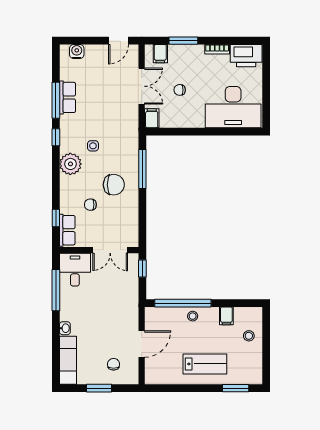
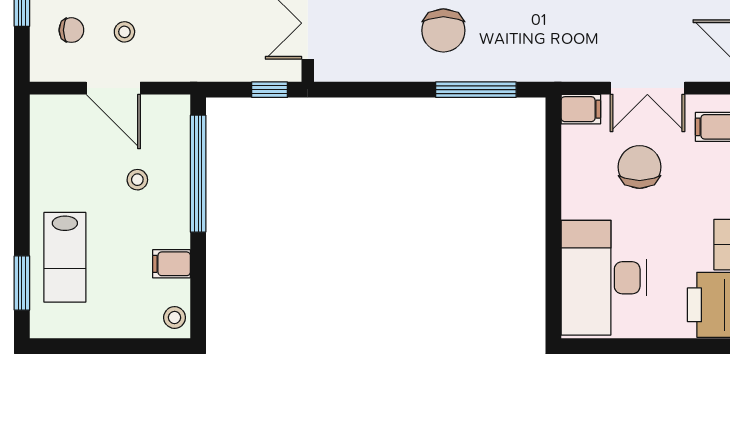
chair: (180, 90) -> (640, 167), width x1.87, depth x1.87
stool: (193, 316) -> (137, 180), moved
stool: (249, 336) -> (175, 318), moved
stool: (114, 339) -> (124, 32), added
lab bench: (205, 364) -> (65, 257), moved

